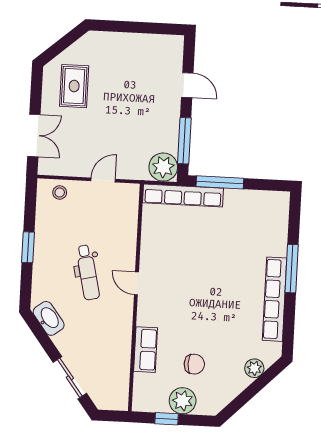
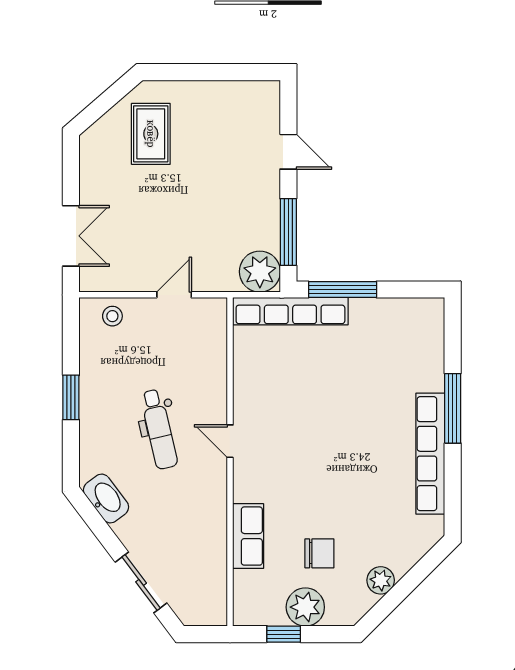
rug: (74, 86) -> (151, 134), moved
plant: (254, 368) -> (381, 580), moved

